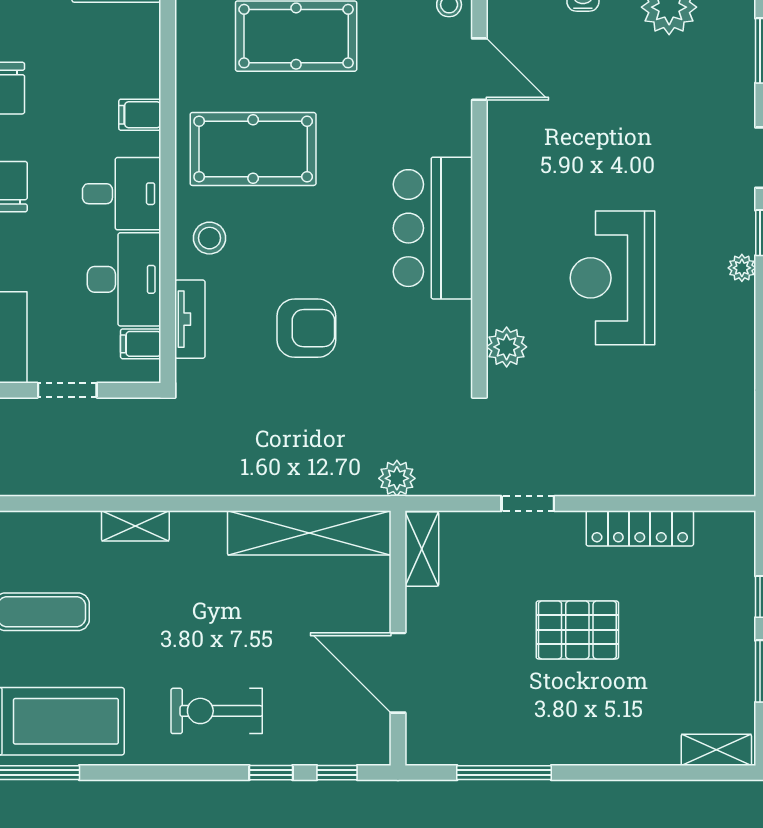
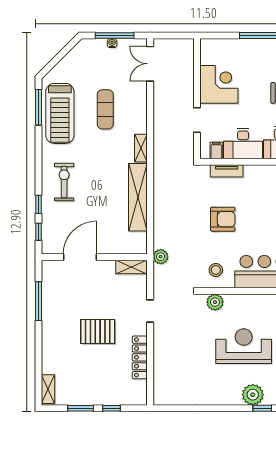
stool: (209, 238) -> (216, 270), moved
plant: (742, 268) -> (253, 395), width x1.87, depth x1.87
armchair: (306, 328) -> (223, 219), turned -90
shelving: (309, 533) -> (138, 197), moved
pallet: (577, 630) -> (98, 331), turned 90

